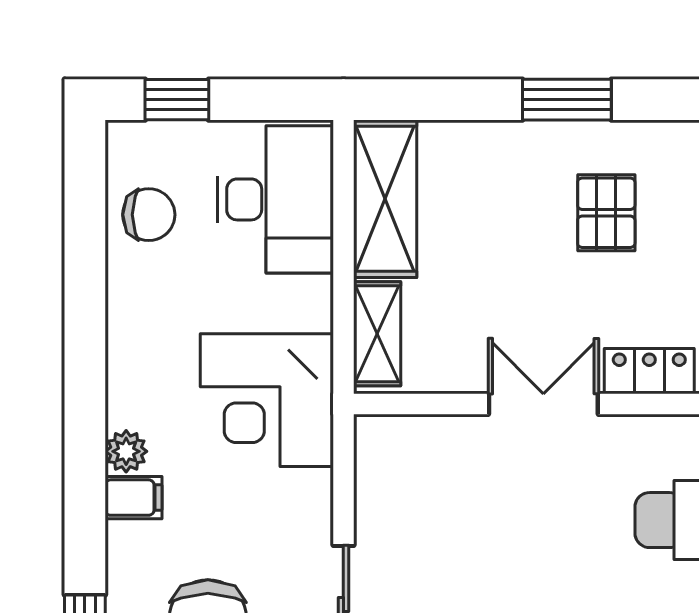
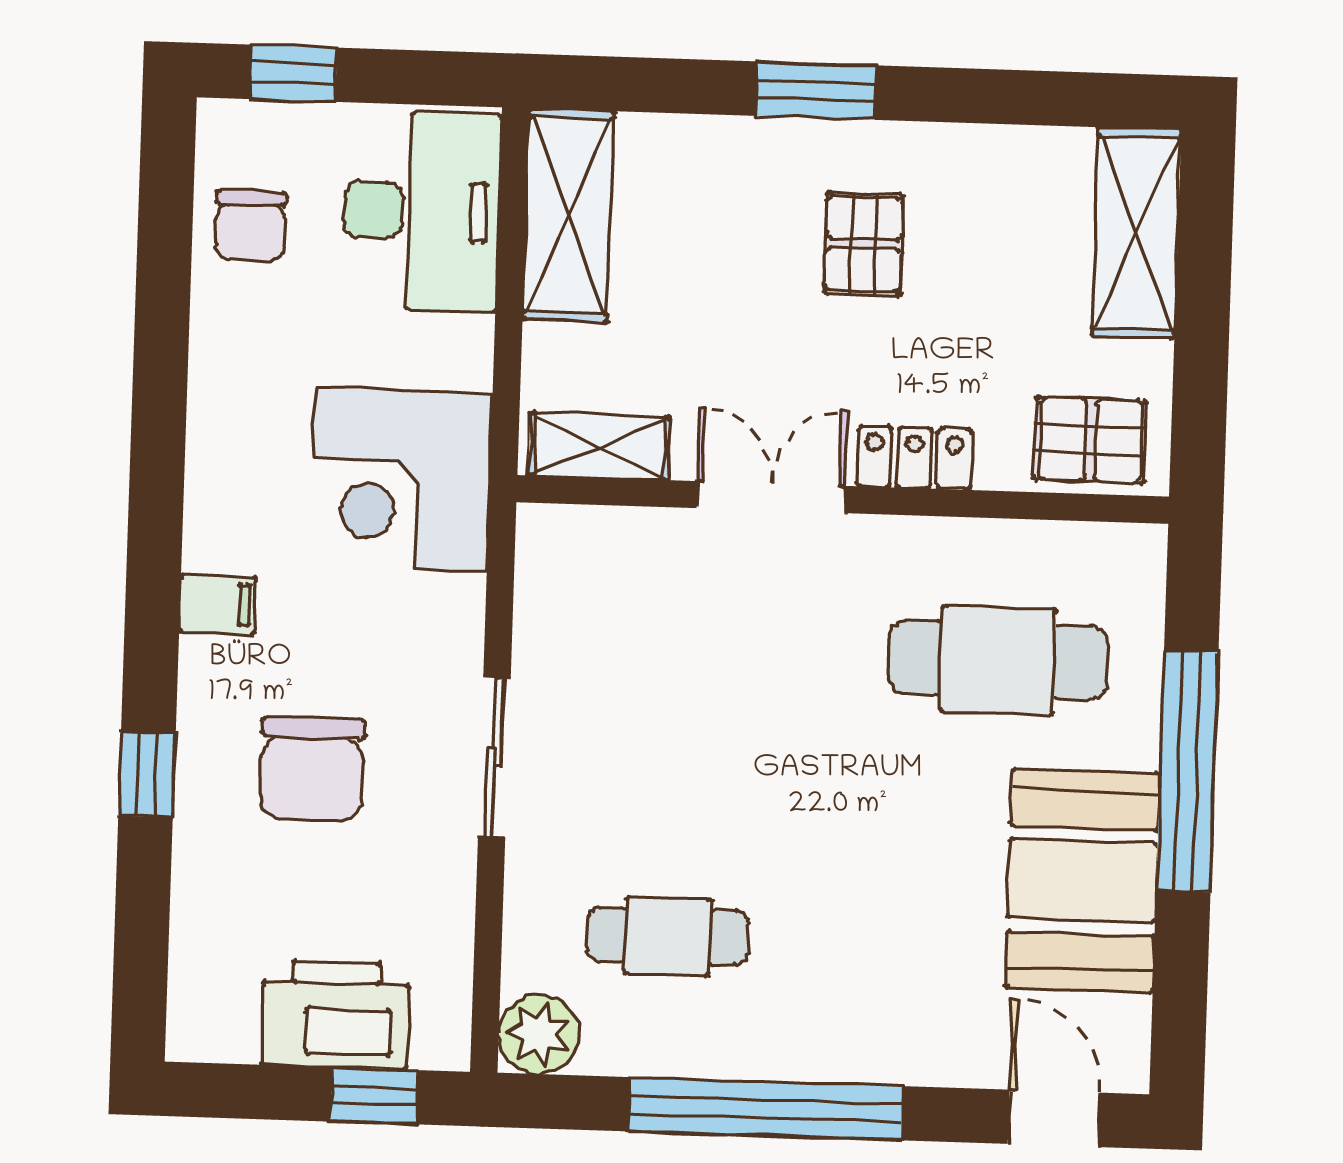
chair: (149, 215) -> (251, 226), turned 90
shelving: (377, 334) -> (599, 446), moved, turned 90
plant: (126, 451) -> (210, 542), removed

